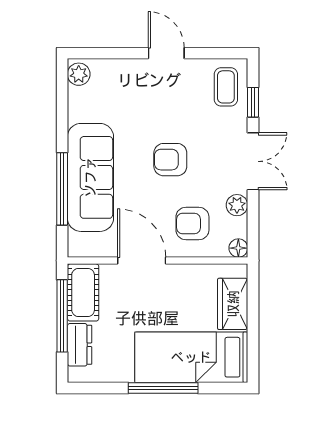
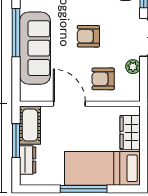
window: (62, 189) -> (16, 33), moved
floor lamp: (238, 248) -> (134, 95), removed
window: (62, 316) -> (16, 141), width x0.69

